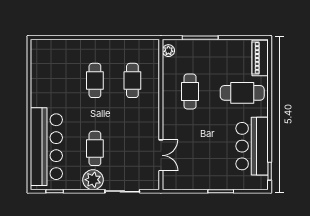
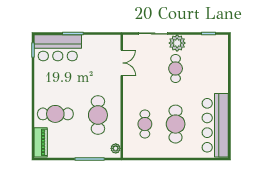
cafe table: (95, 80) -> (176, 124), width x1.37, depth x1.35
cafe table: (190, 91) -> (98, 115), width x1.37, depth x1.35
bar counter: (252, 146) -> (58, 48), moved, turned 90
bar counter: (46, 147) -> (215, 125), moved
double door: (161, 155) -> (122, 63), swing flipped

